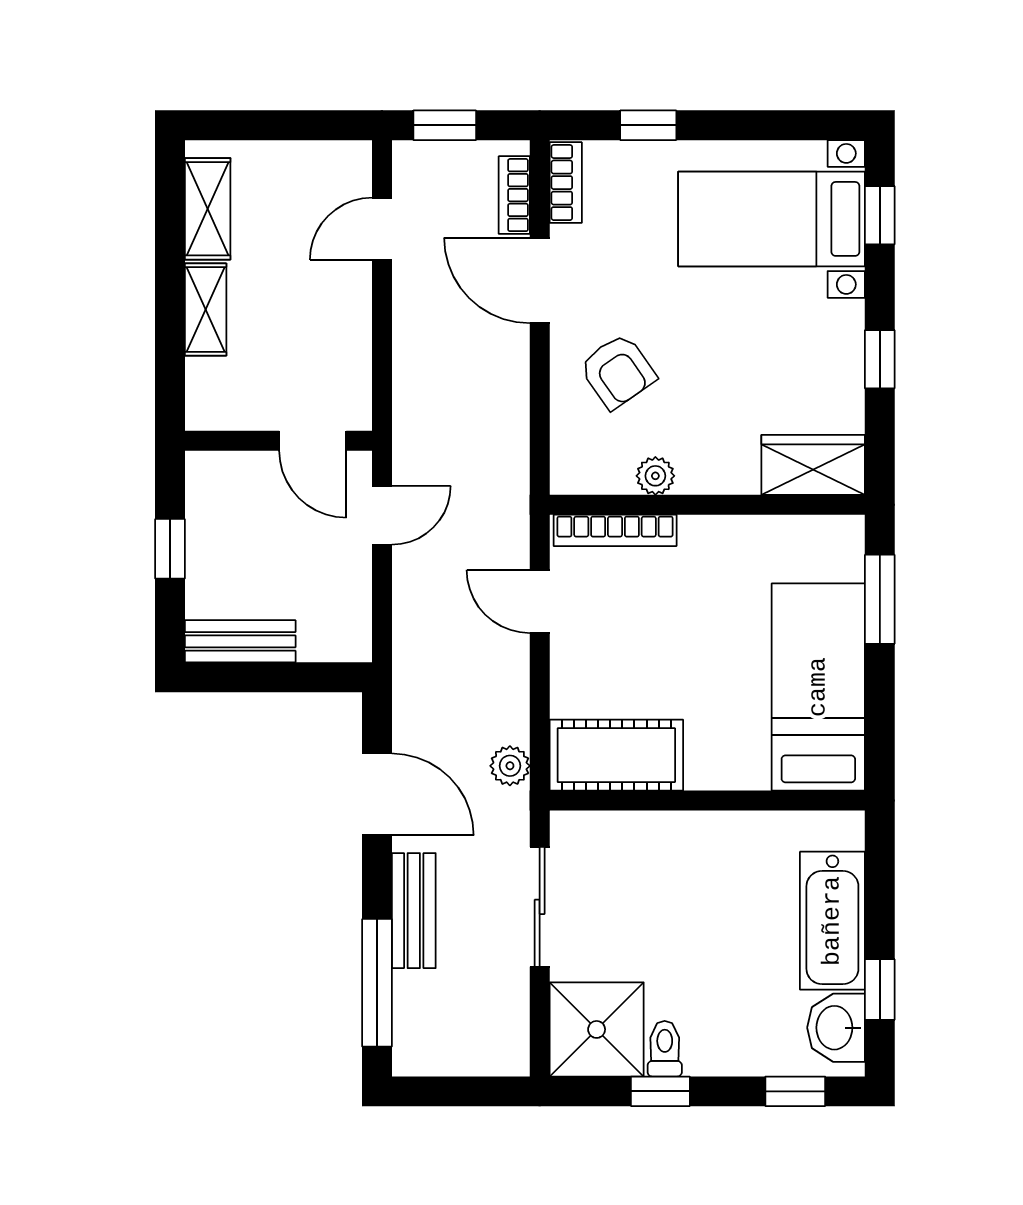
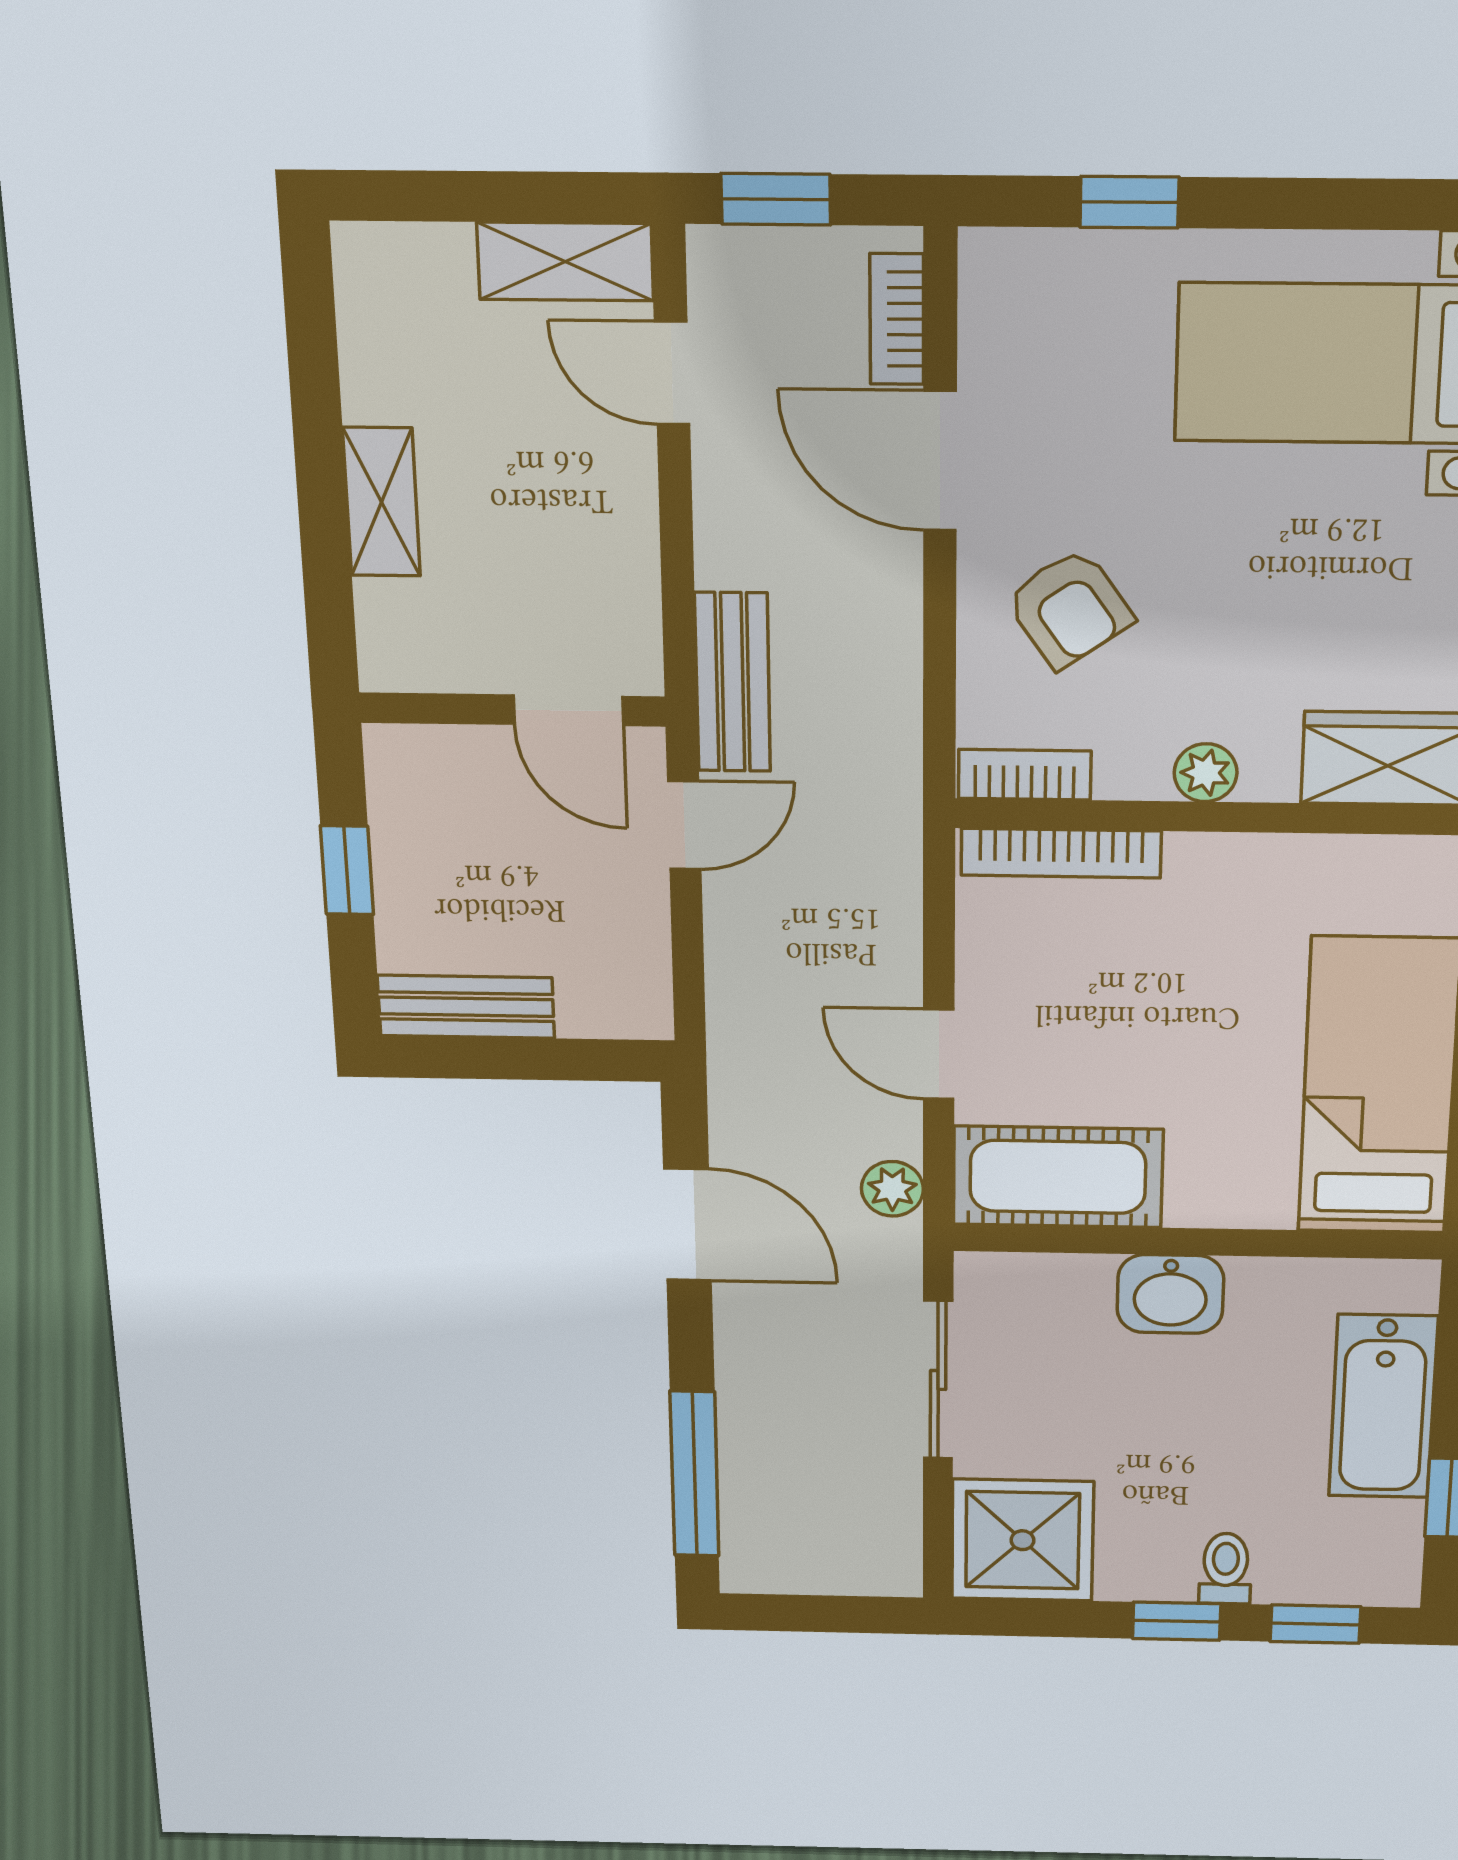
bookcase: (566, 183) -> (1025, 775), moved, turned -90
shelving: (208, 209) -> (565, 262), moved, turned 90
door: (382, 229) -> (672, 373), hinge flipped
plant: (655, 476) -> (1206, 773), moved
door: (540, 601) -> (939, 1054), moved
bench: (414, 911) -> (733, 682), moved
washbasin: (836, 1028) -> (1170, 1294), moved, turned -90
toilet: (665, 1049) -> (1225, 1569), moved
window: (660, 1091) -> (1177, 1621), moved

